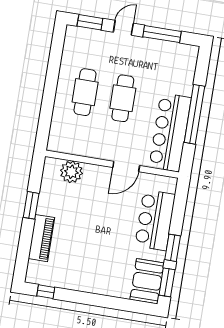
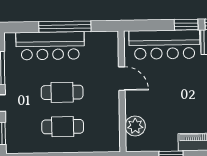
bar counter: (170, 132) -> (50, 46), moved
bar counter: (155, 220) -> (164, 45), width x1.36

